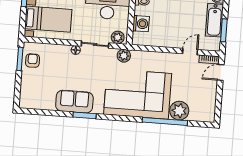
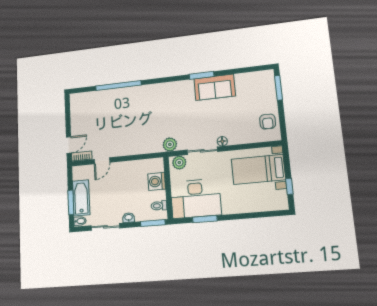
window: (224, 30) -> (71, 202), moved
window: (20, 59) -> (278, 88), moved
corner sofa: (138, 94) -> (150, 108), removed
plant: (179, 111) -> (105, 99), removed

